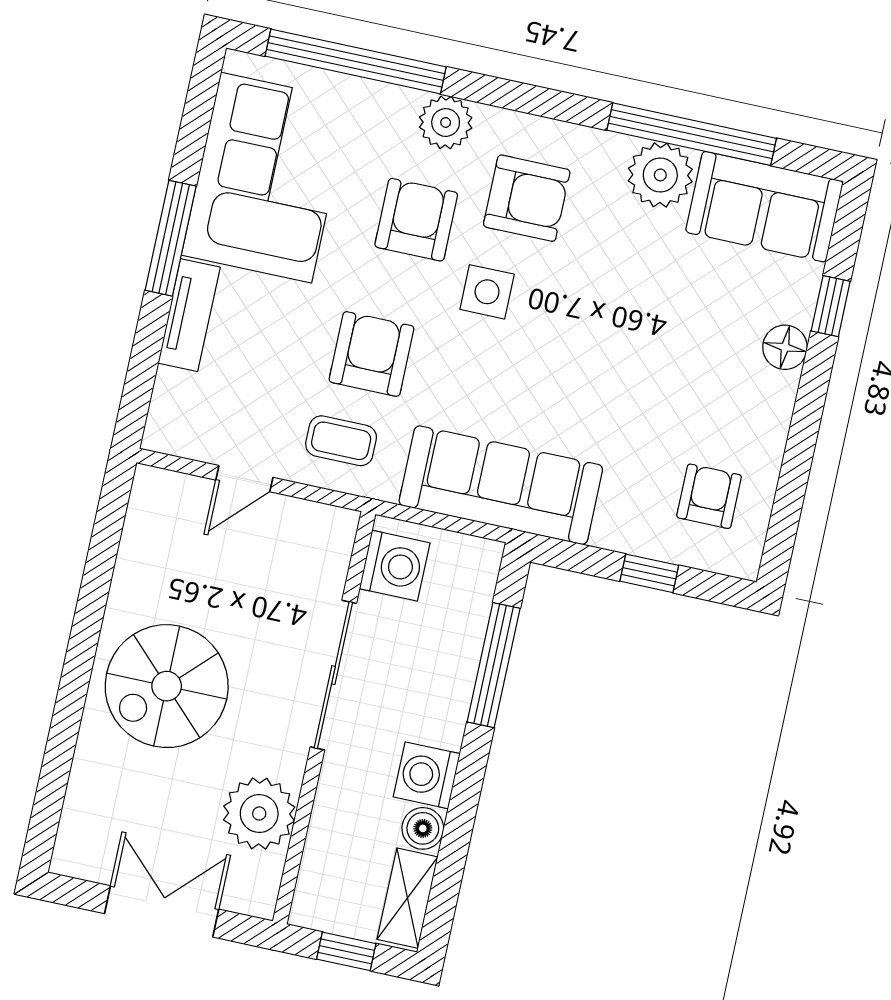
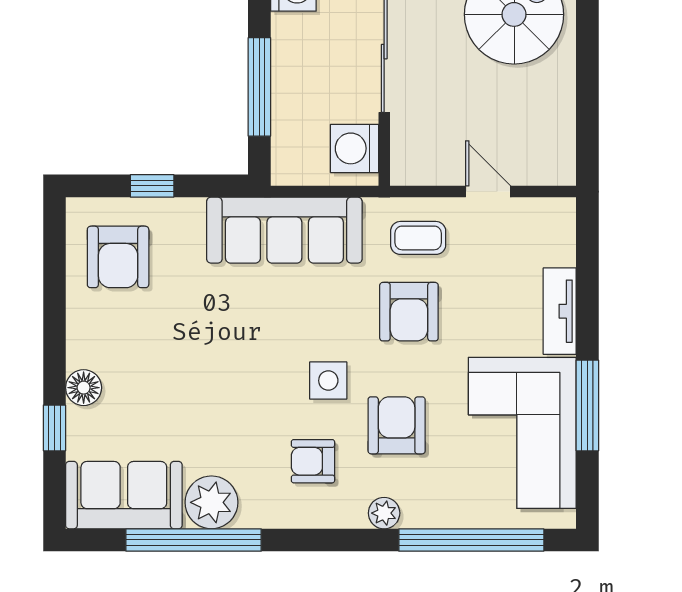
plant: (446, 122) -> (384, 513), width x0.73, depth x0.73
armchair: (527, 198) -> (313, 461), width x0.72, depth x0.72
armchair: (416, 220) -> (397, 425), turned 180
window: (171, 238) -> (587, 405), moved
door: (244, 479) -> (488, 192), hinge flipped
armchair: (709, 496) -> (118, 257), width x1.38, depth x1.38

